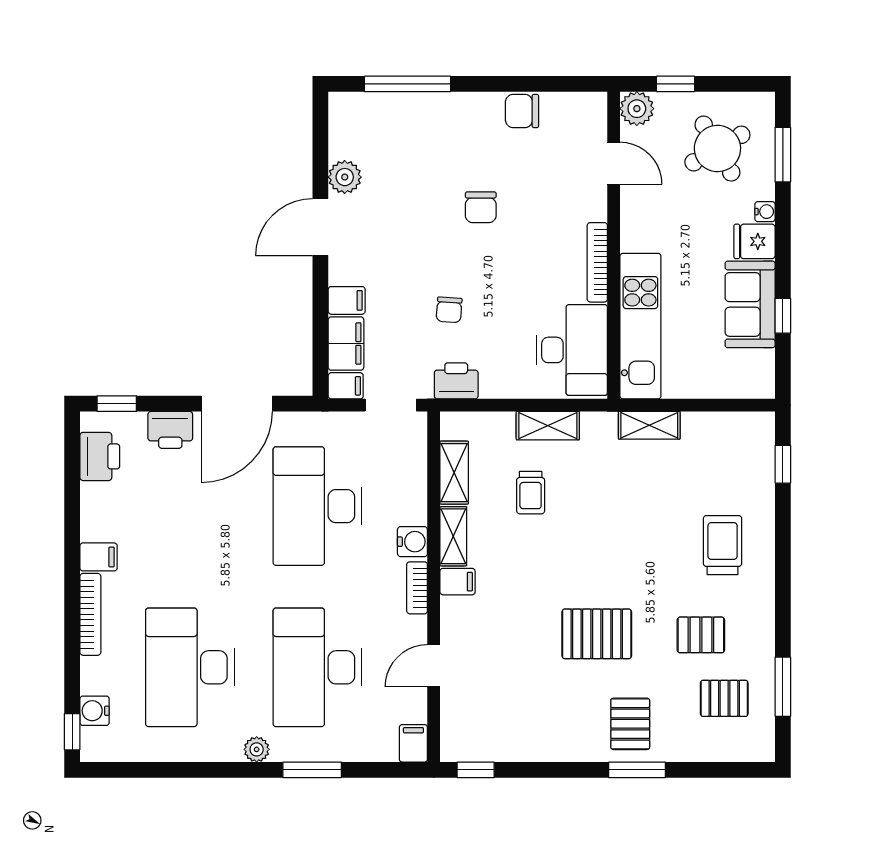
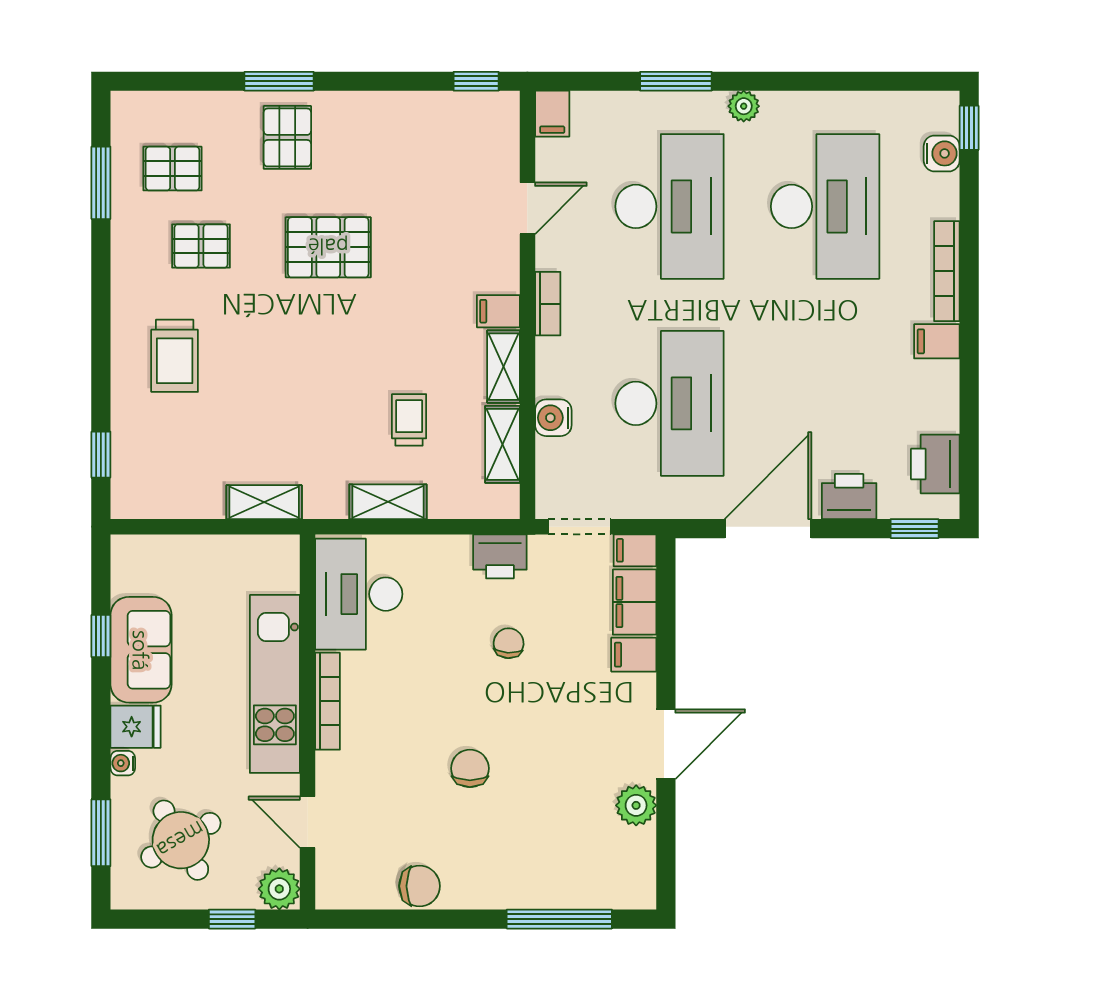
kitchen unit: (640, 326) -> (275, 684), moved
water cooler: (412, 542) -> (553, 418), moved

